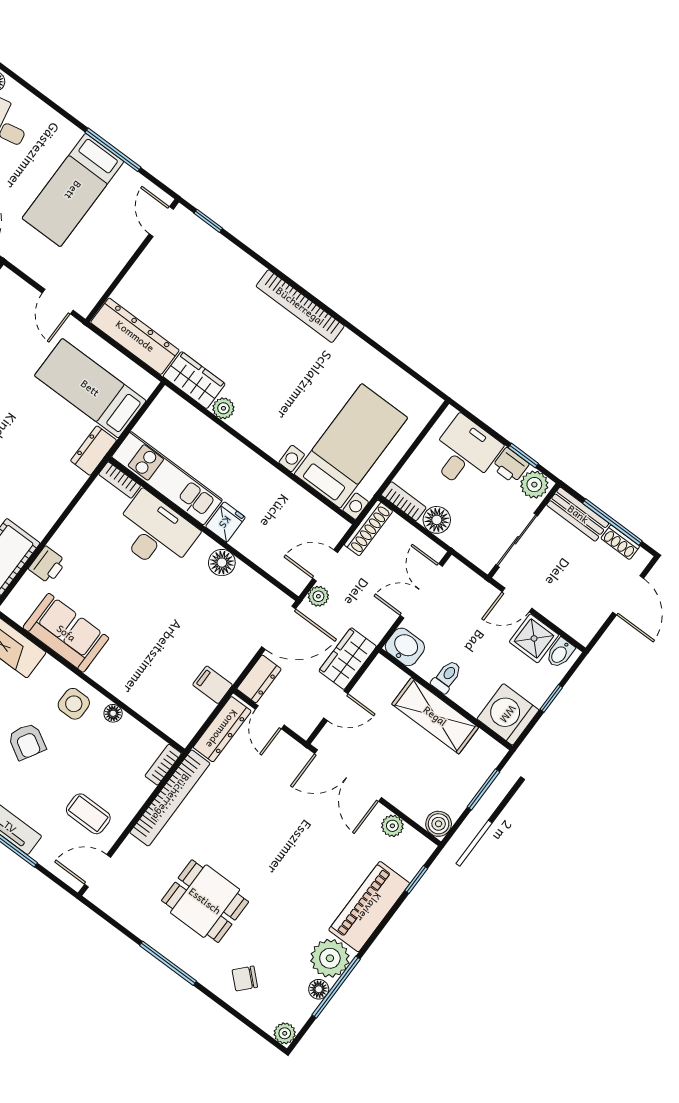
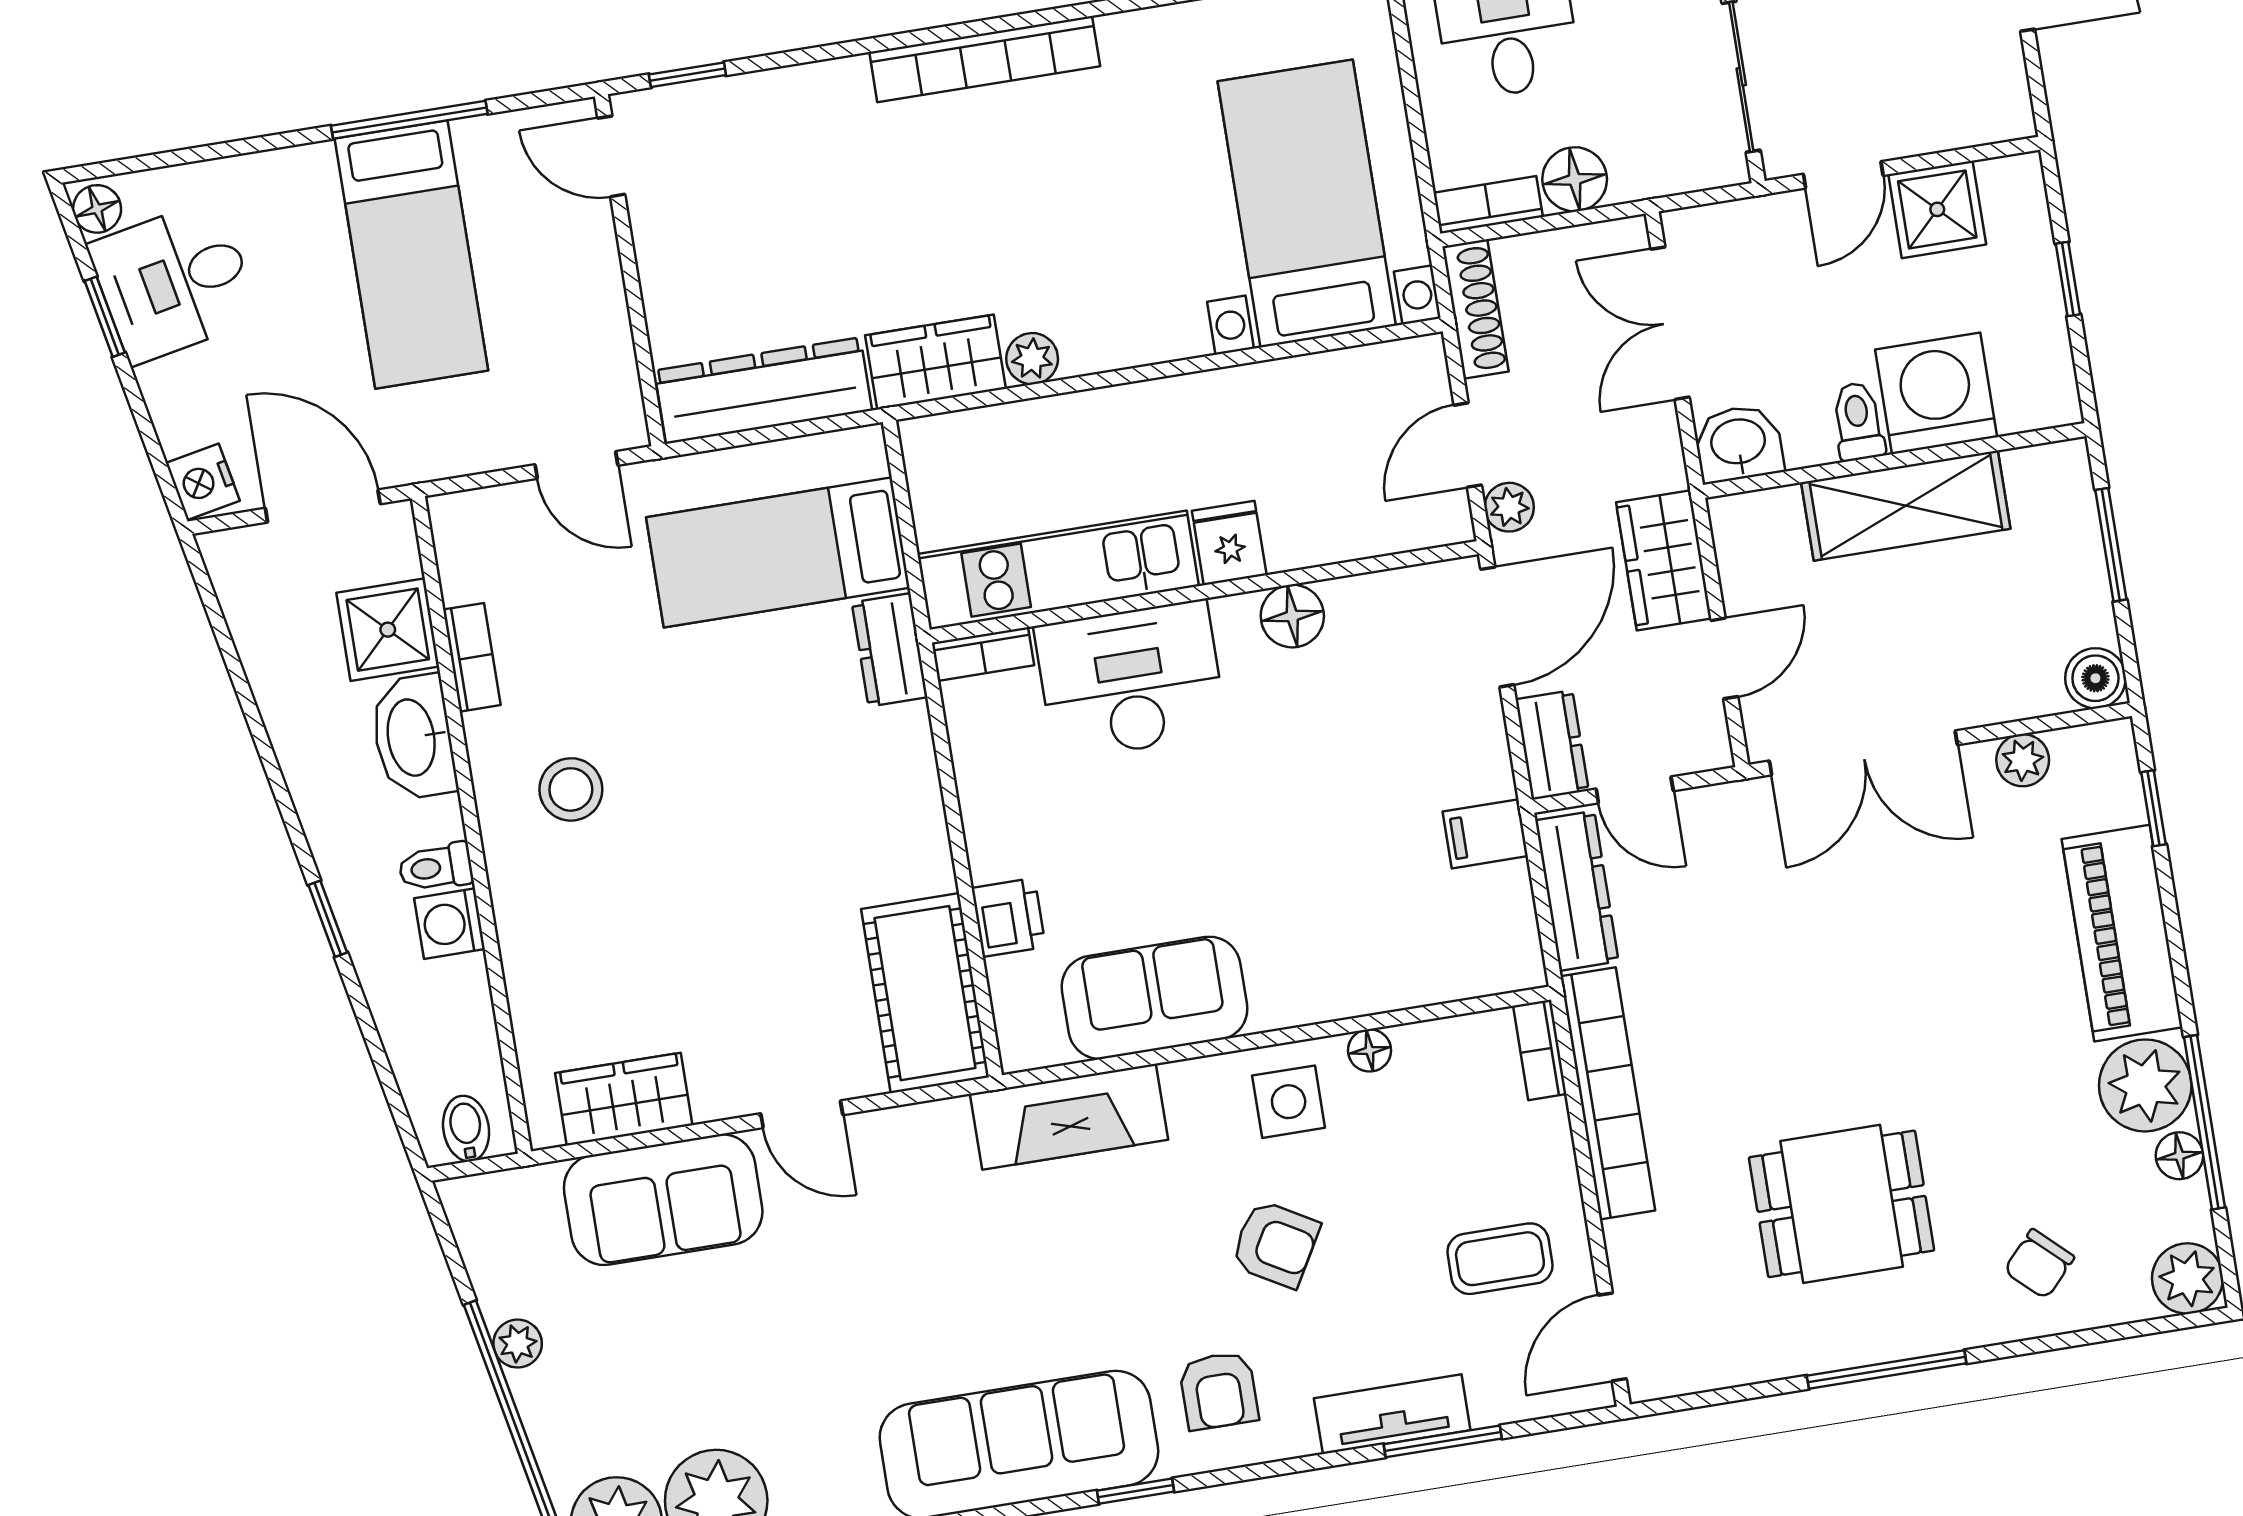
bidet: (560, 653) -> (2005, 189), removed
washing machine: (508, 714) -> (1936, 393), moved, turned 90
plant: (285, 1033) -> (2187, 1278), width x1.38, depth x1.38

